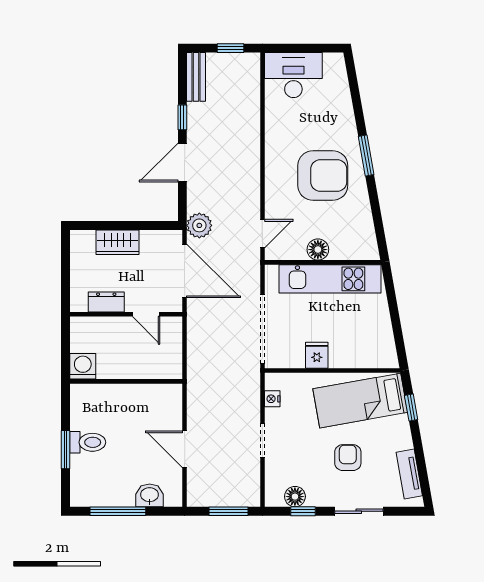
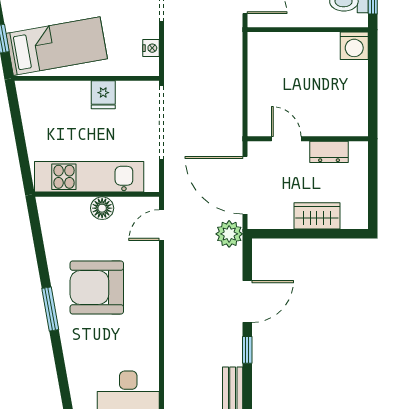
washing machine: (83, 366) -> (354, 46), moved
wall: (126, 381) -> (308, 30), moved

